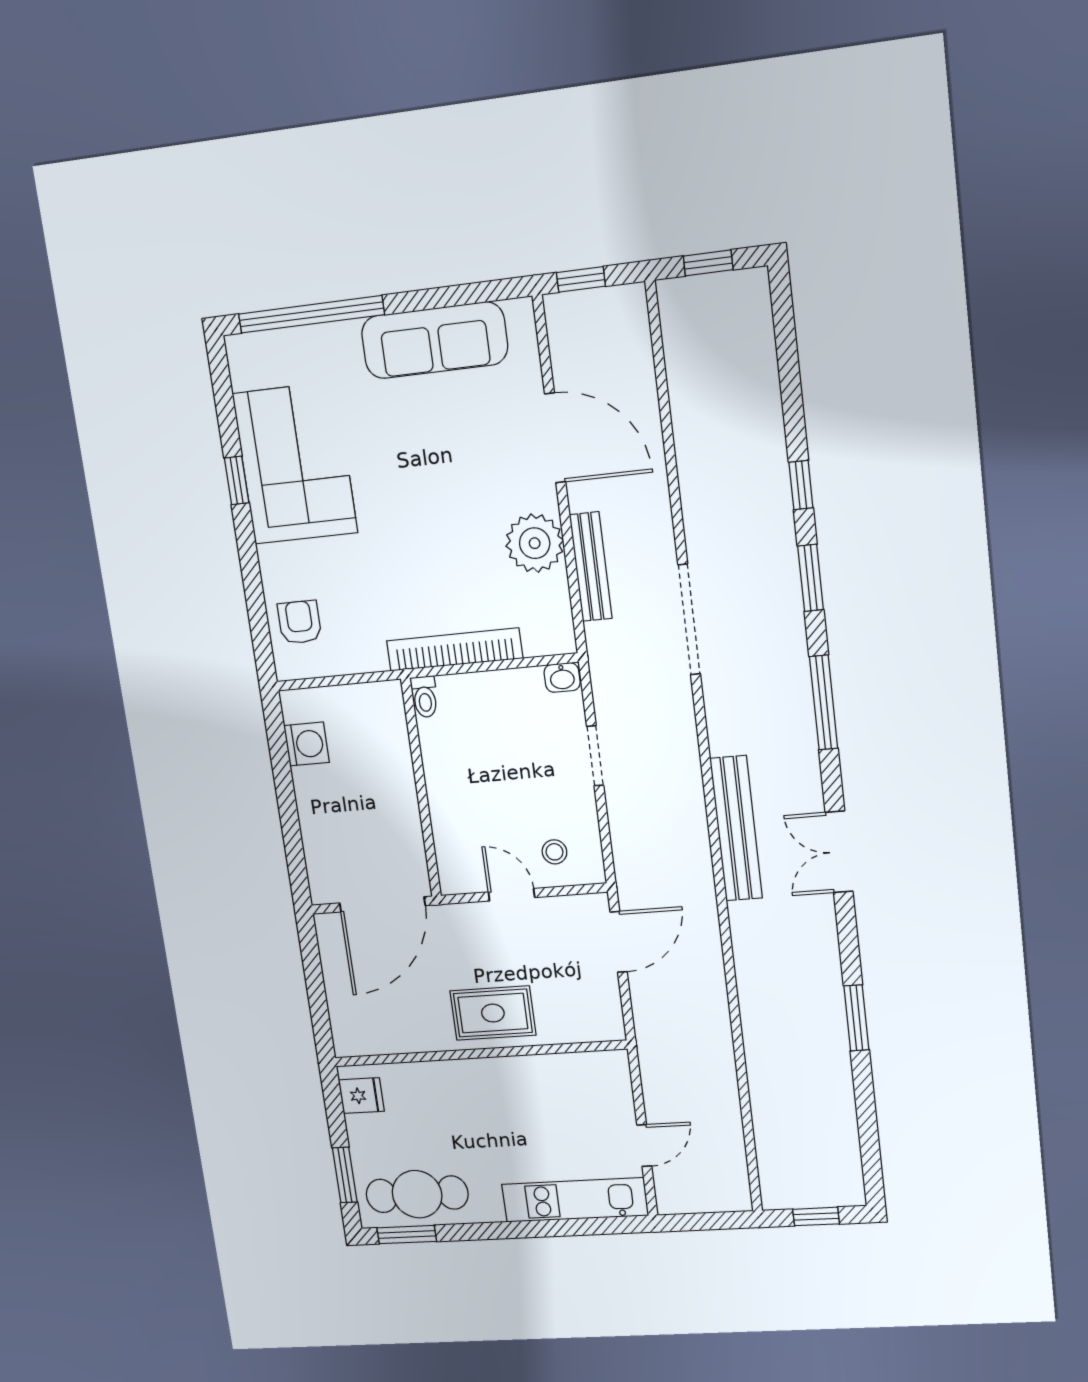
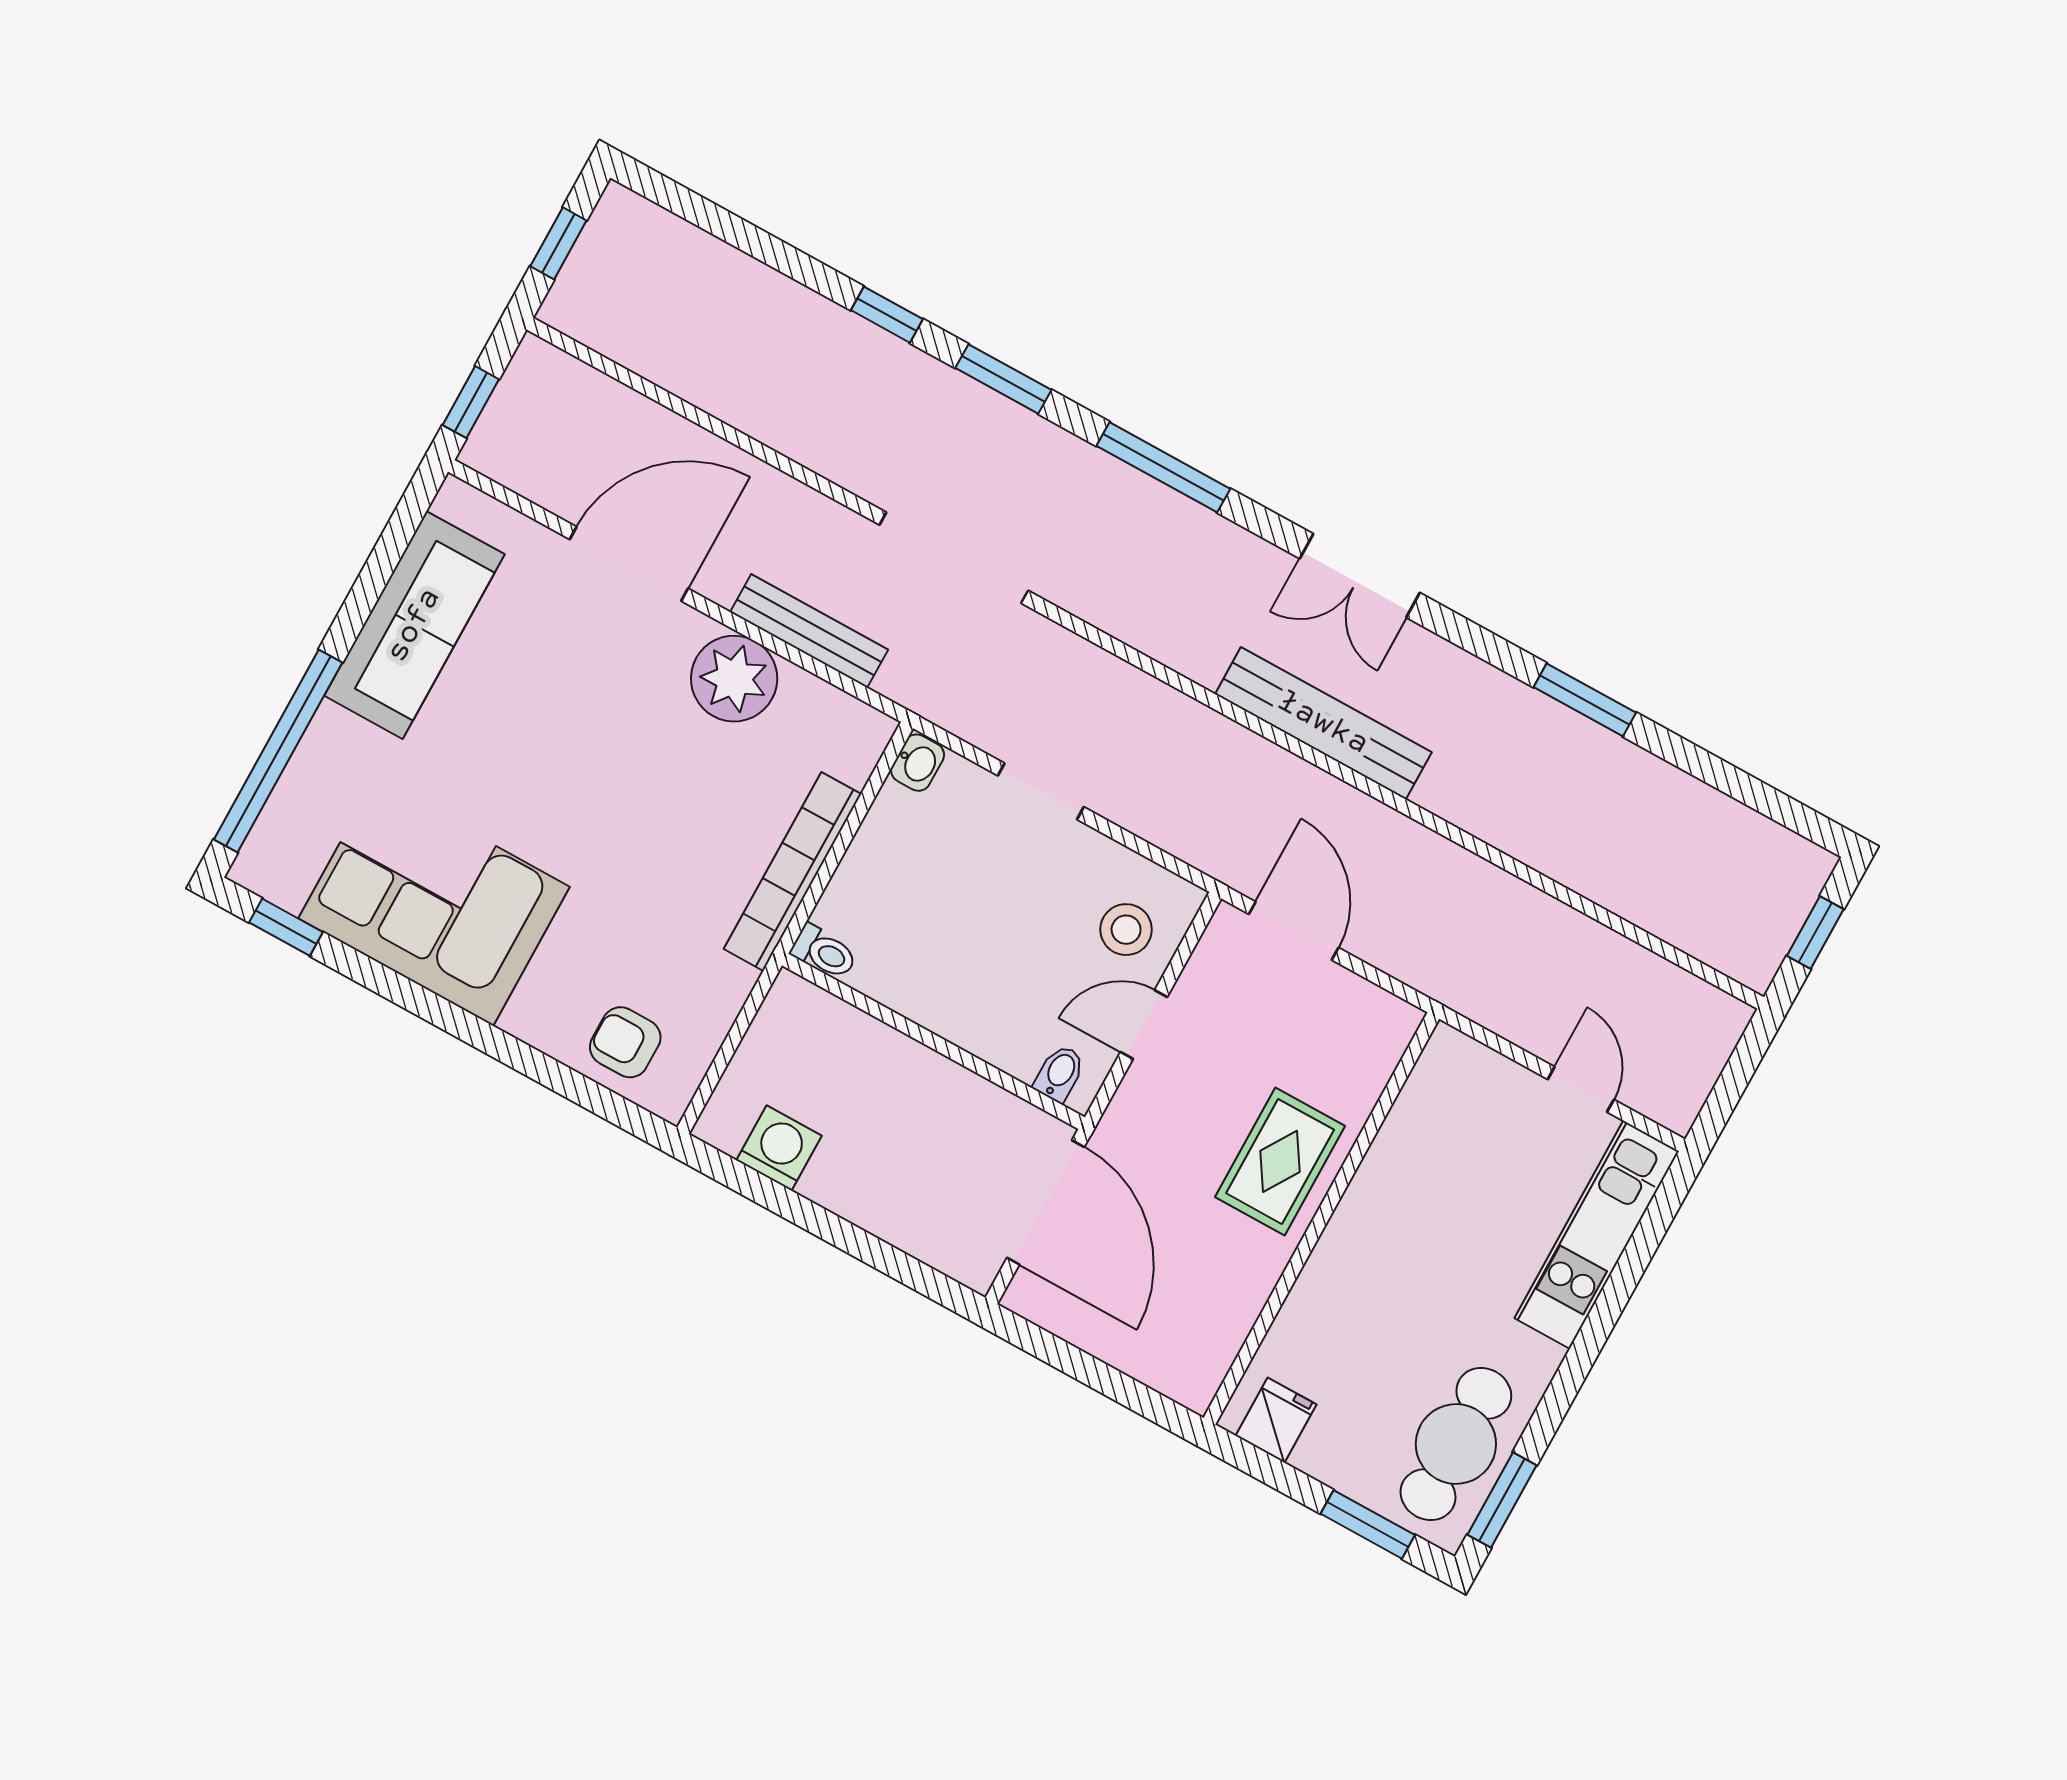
window: (237, 480) -> (286, 927), moved
bench: (736, 829) -> (1323, 723), moved
stool: (554, 852) -> (1126, 930), width x1.37, depth x1.37
bidet: (454, 867) -> (1059, 1073), added

